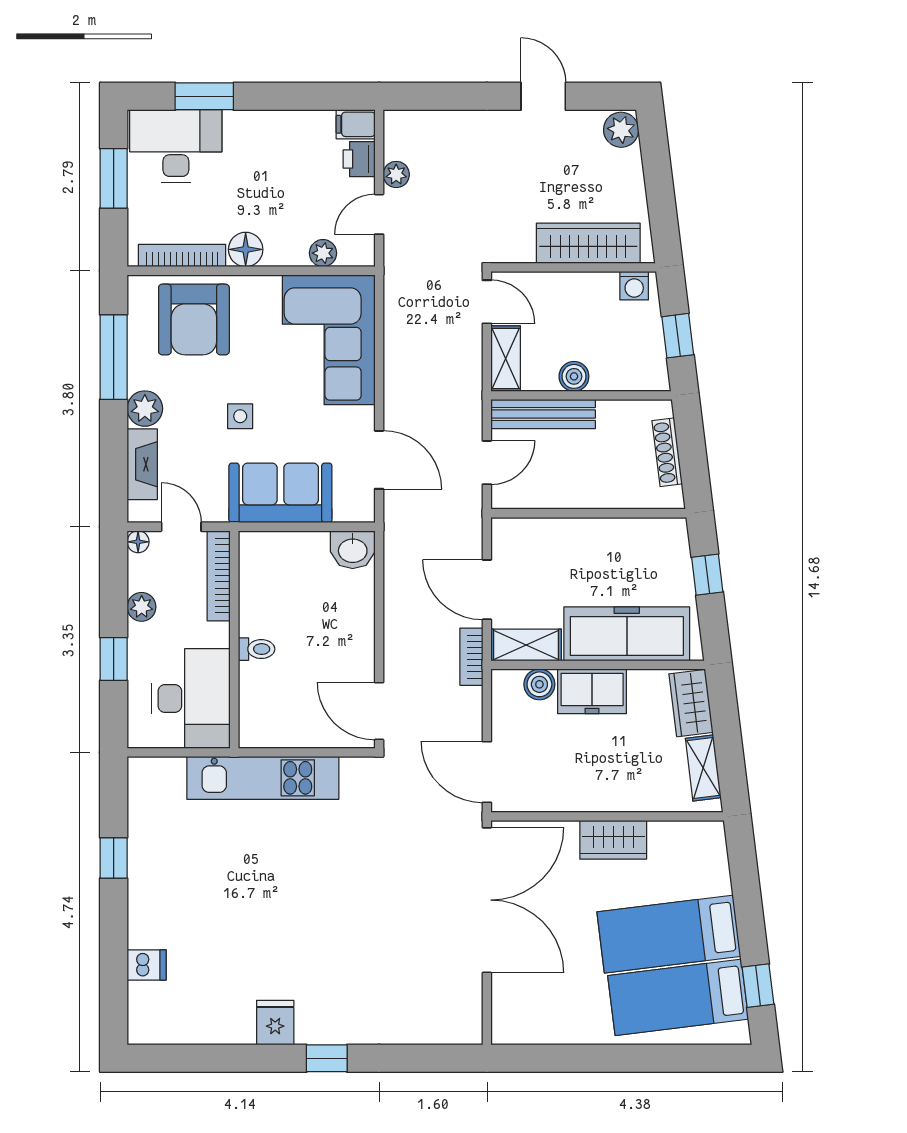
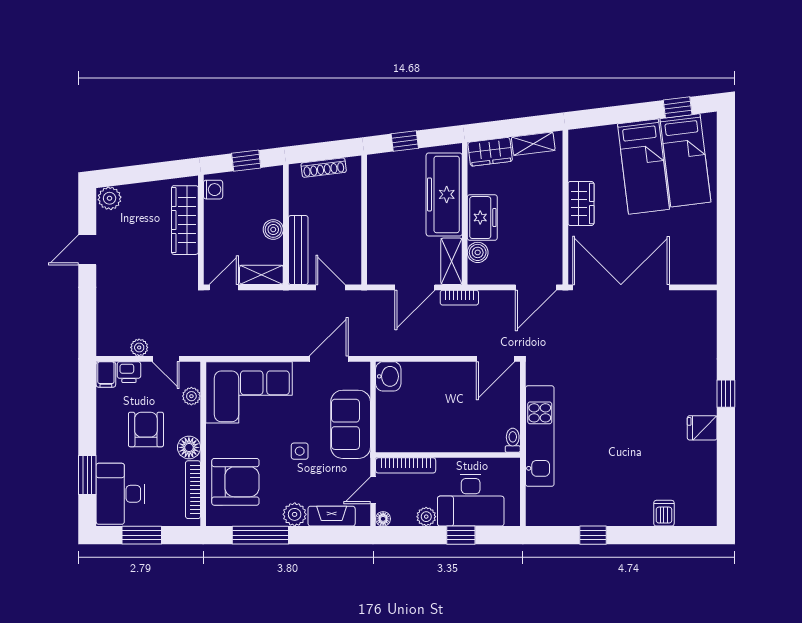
armchair: (273, 185) -> (146, 430), added
toilet: (257, 649) -> (513, 440), moved
desk: (191, 698) -> (471, 500), moved, turned 180

